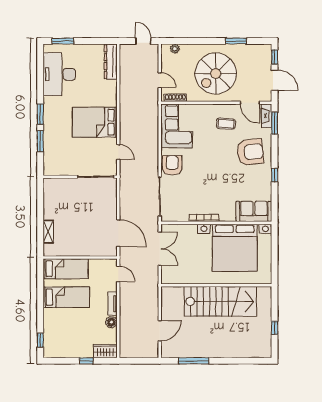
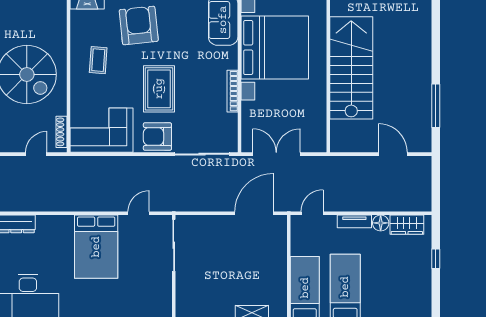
door: (250, 103) -> (69, 26), removed
rug: (206, 166) -> (159, 89), added
wardrobe: (105, 351) -> (407, 225), moved, turned -90

